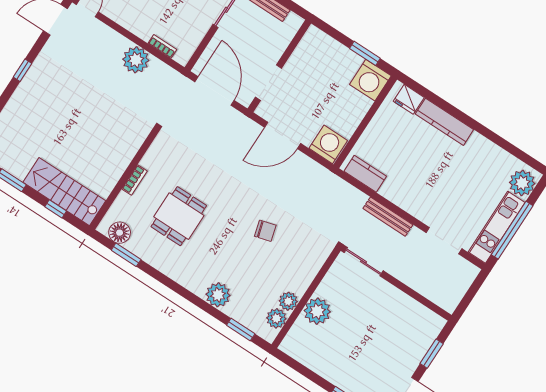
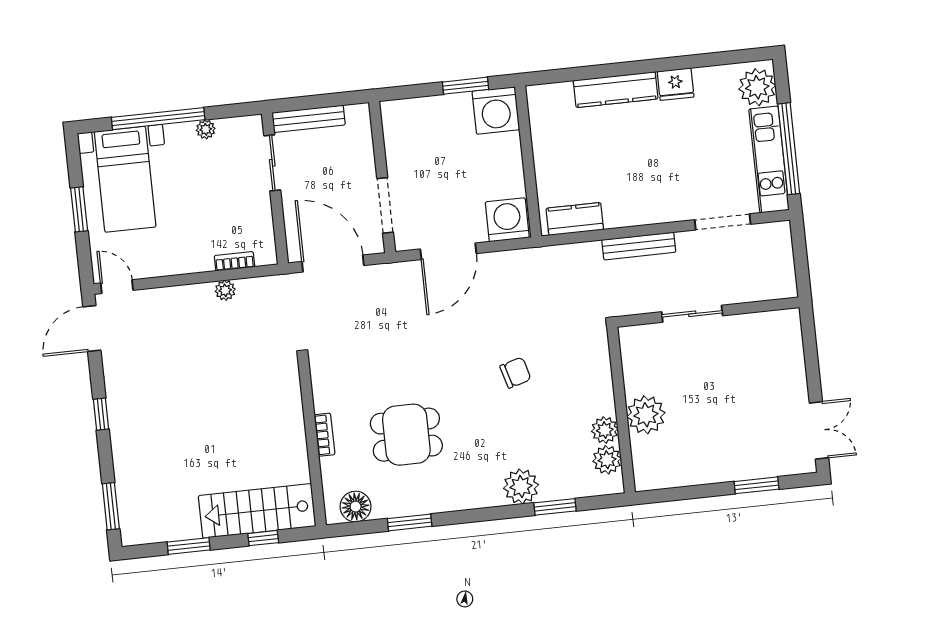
plant: (136, 60) -> (225, 290), width x0.53, depth x0.53
fridge: (409, 99) -> (676, 84), moved
dining table: (179, 216) -> (406, 435), turned 90
window: (126, 255) -> (410, 522), moved
sliding door: (364, 262) -> (692, 314), moved
window: (241, 330) -> (555, 507), moved
window: (432, 354) -> (811, 358), removed

